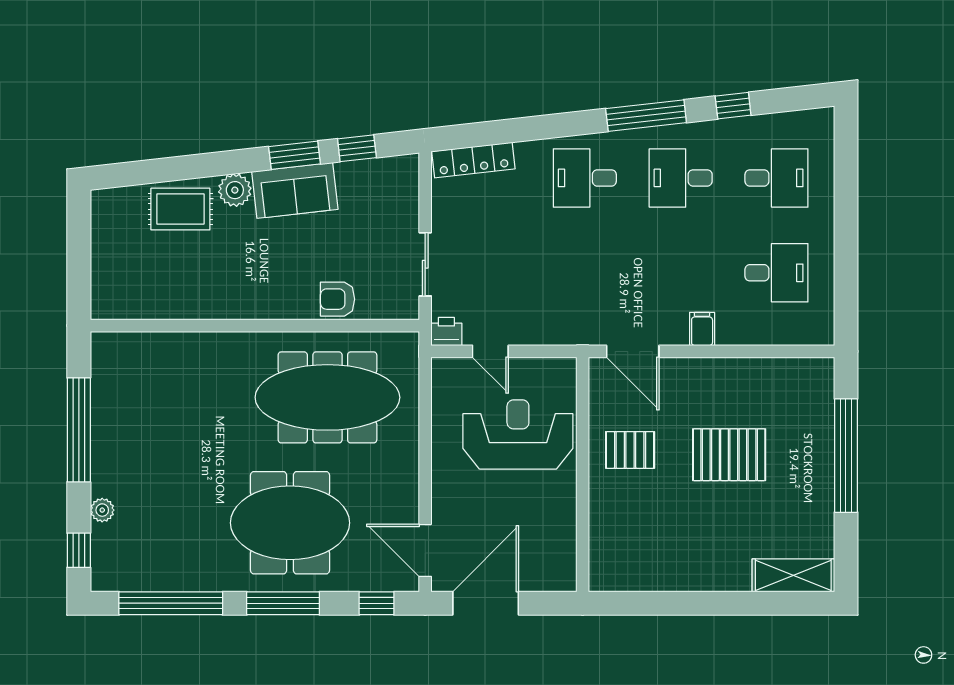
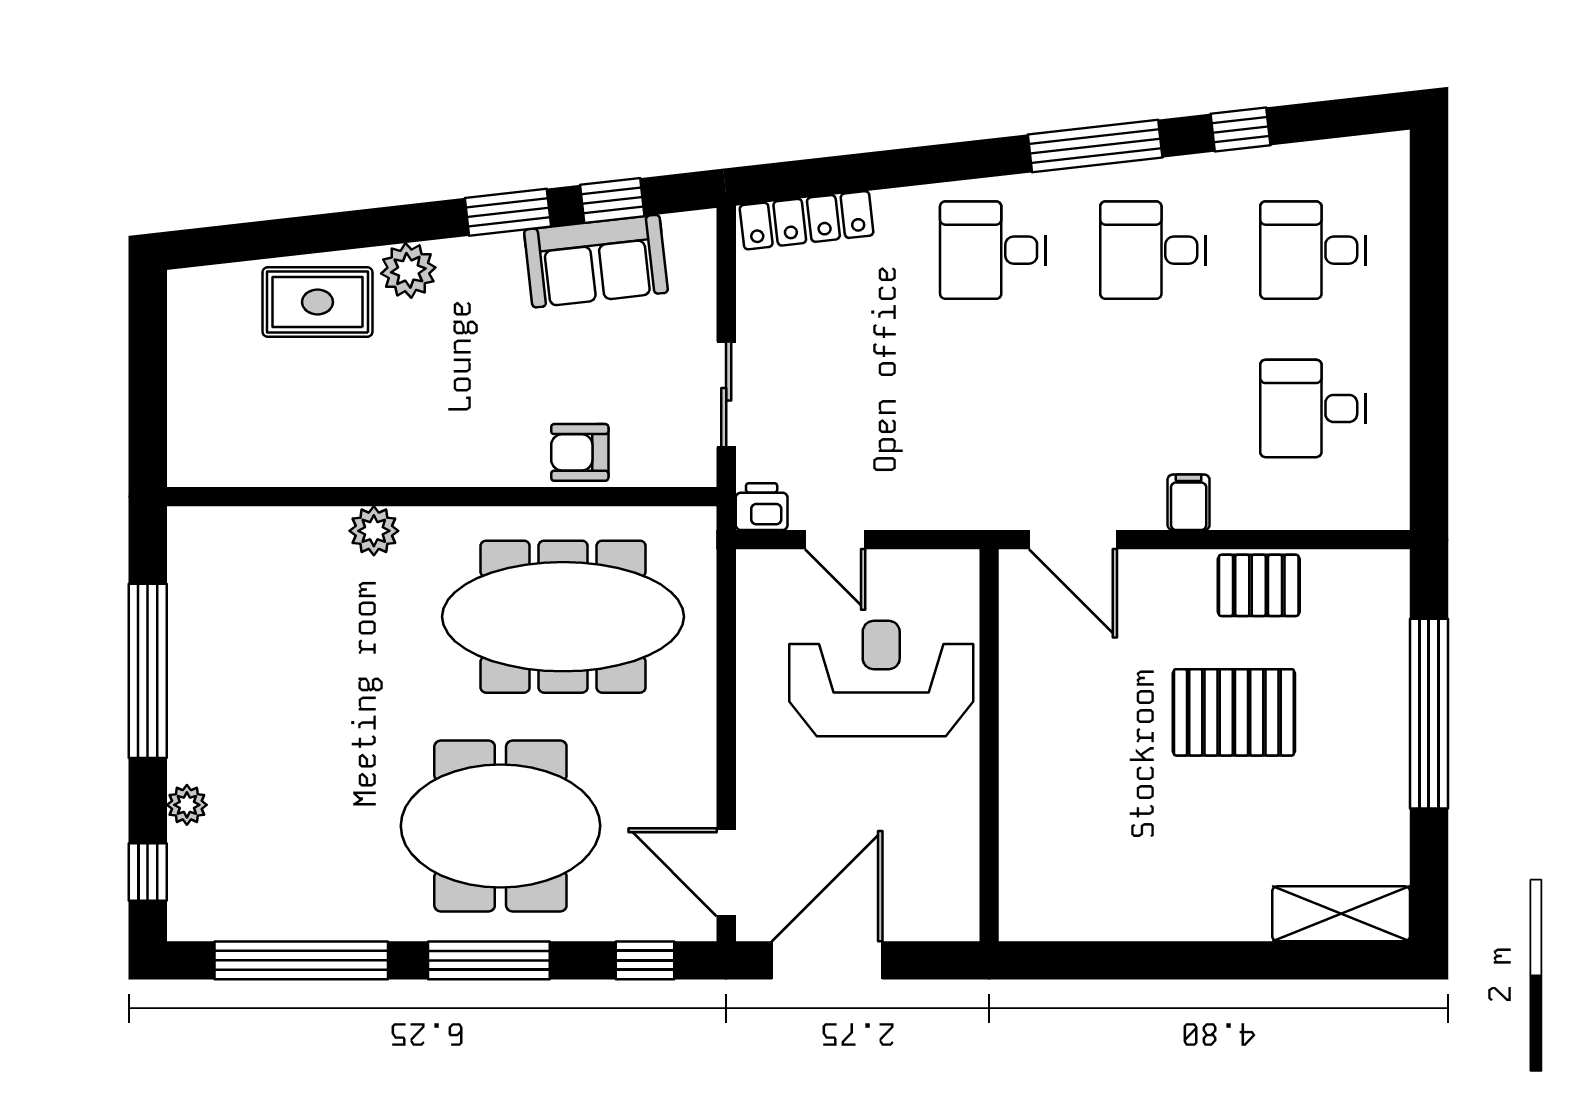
desk: (776, 178) -> (1313, 250), turned 180
sofa: (295, 190) -> (596, 261), moved
desk: (776, 273) -> (1313, 408), turned 180
plant: (214, 346) -> (374, 531), added
pallet: (630, 450) -> (1259, 585), moved

